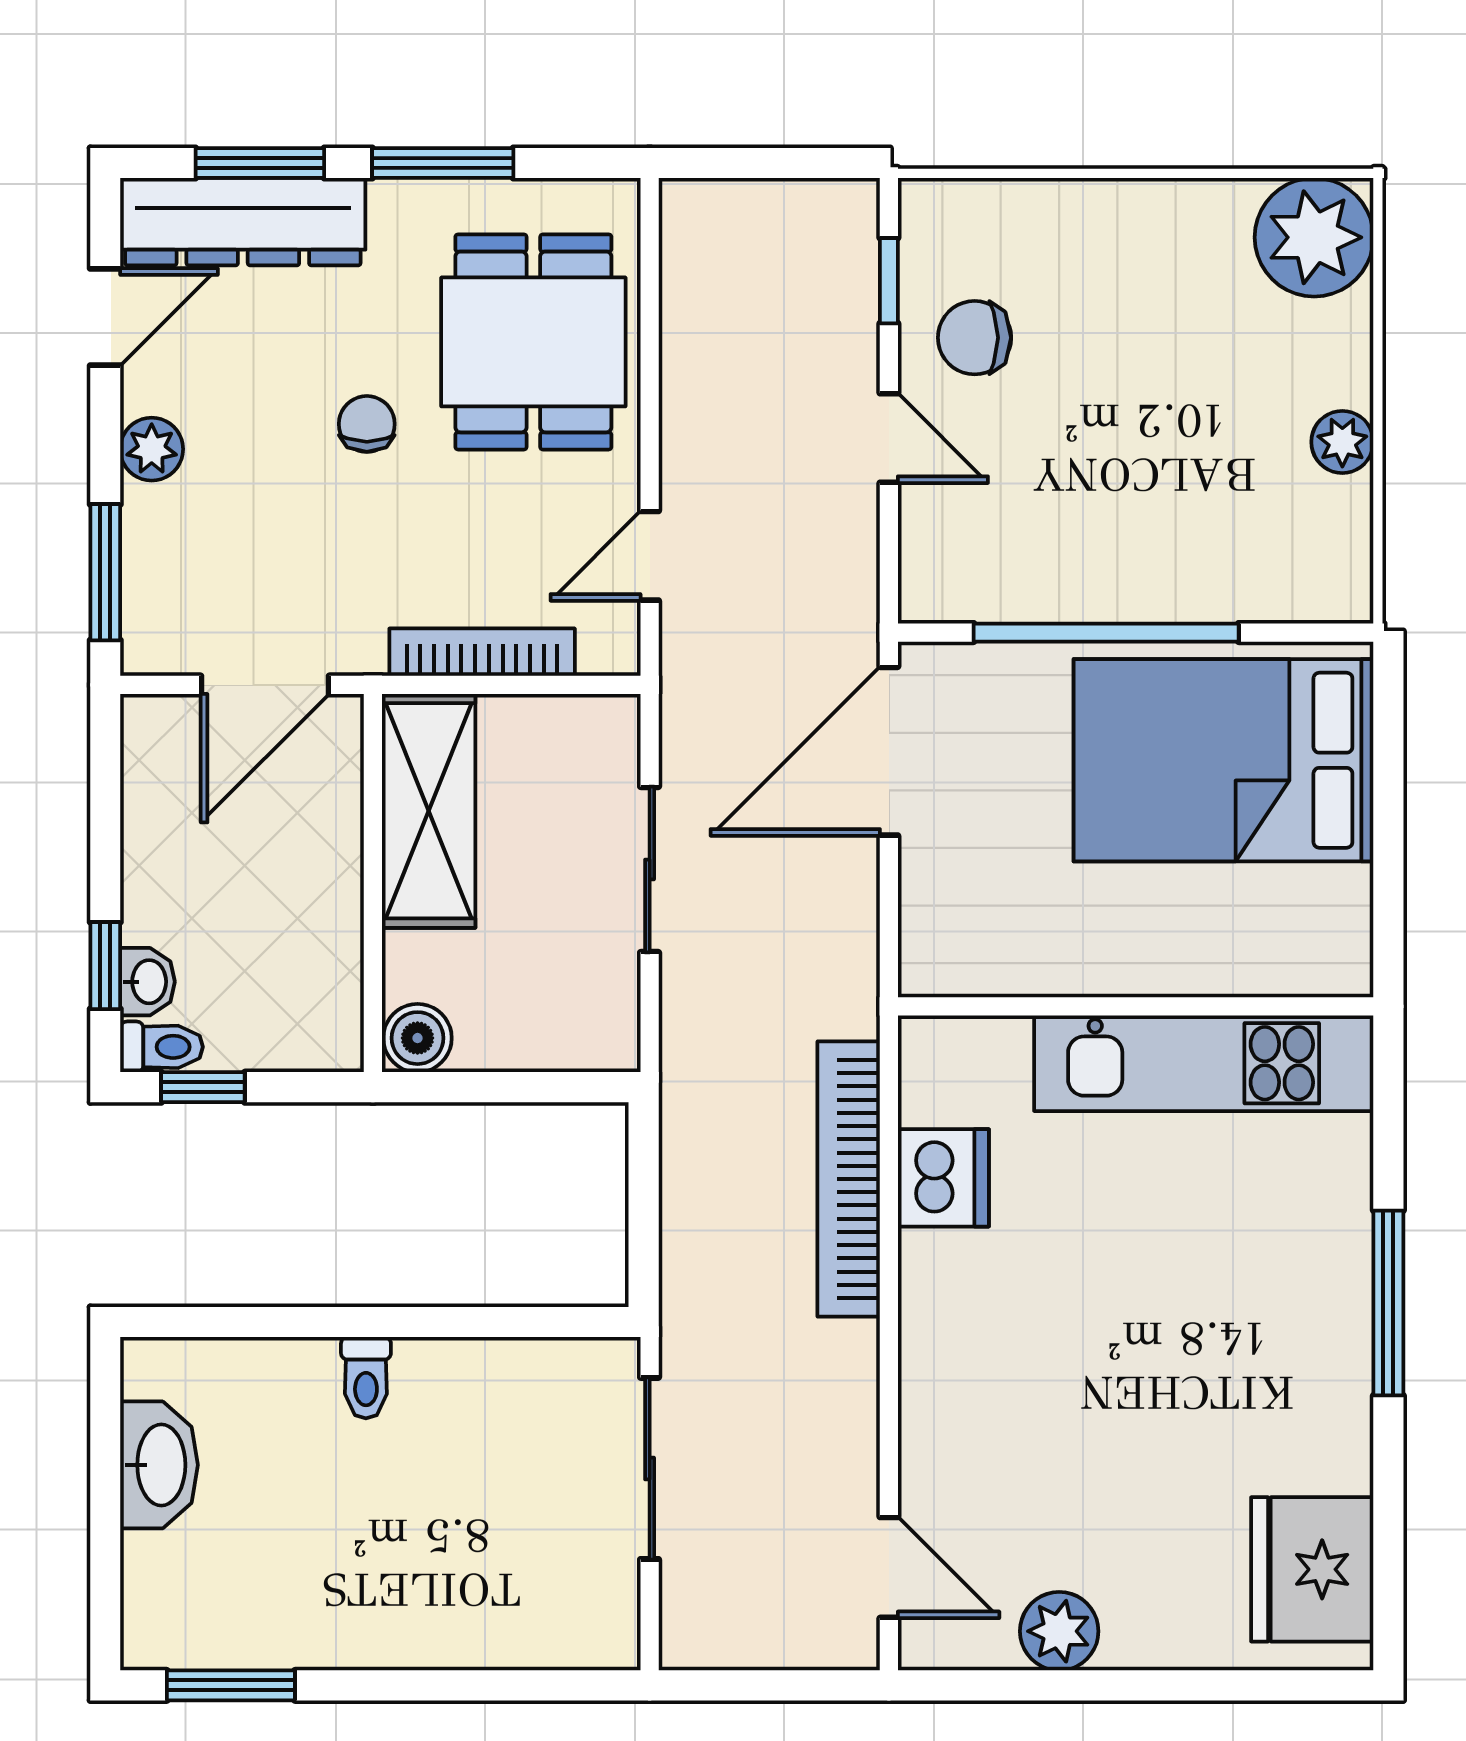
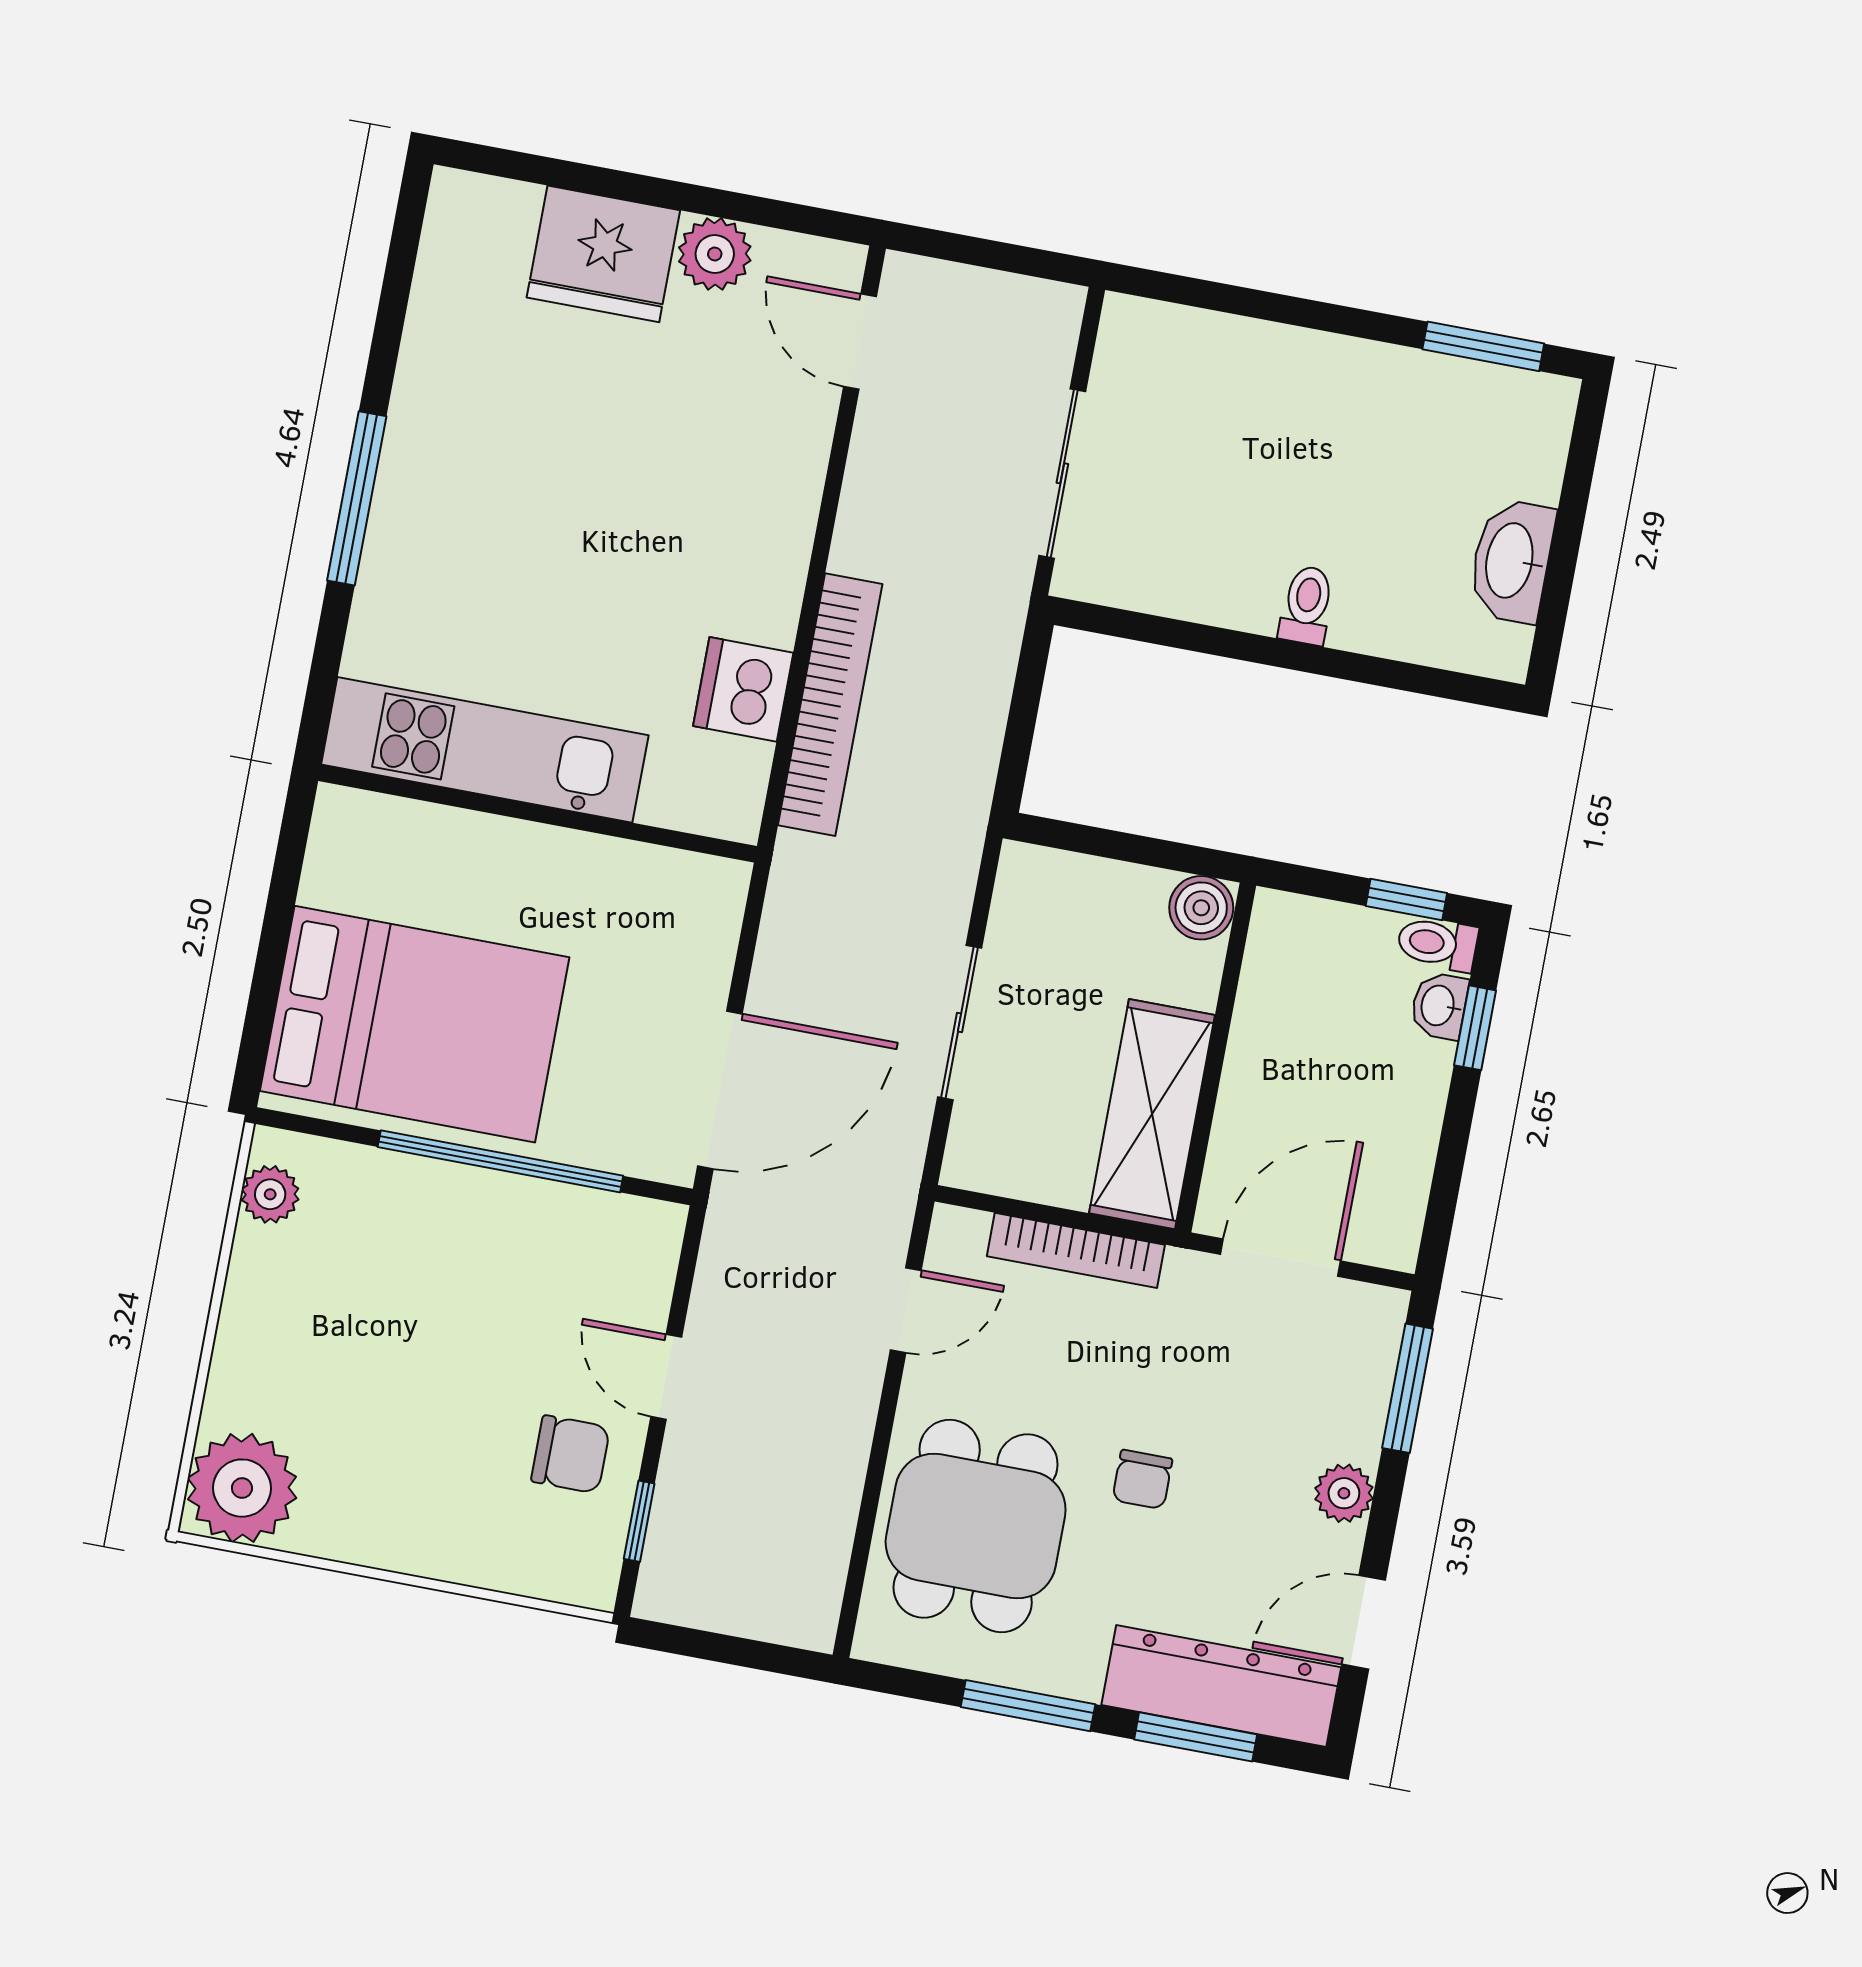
plant: (1342, 442) -> (270, 1194), moved
fridge: (1312, 1569) -> (603, 254), moved, turned 90

